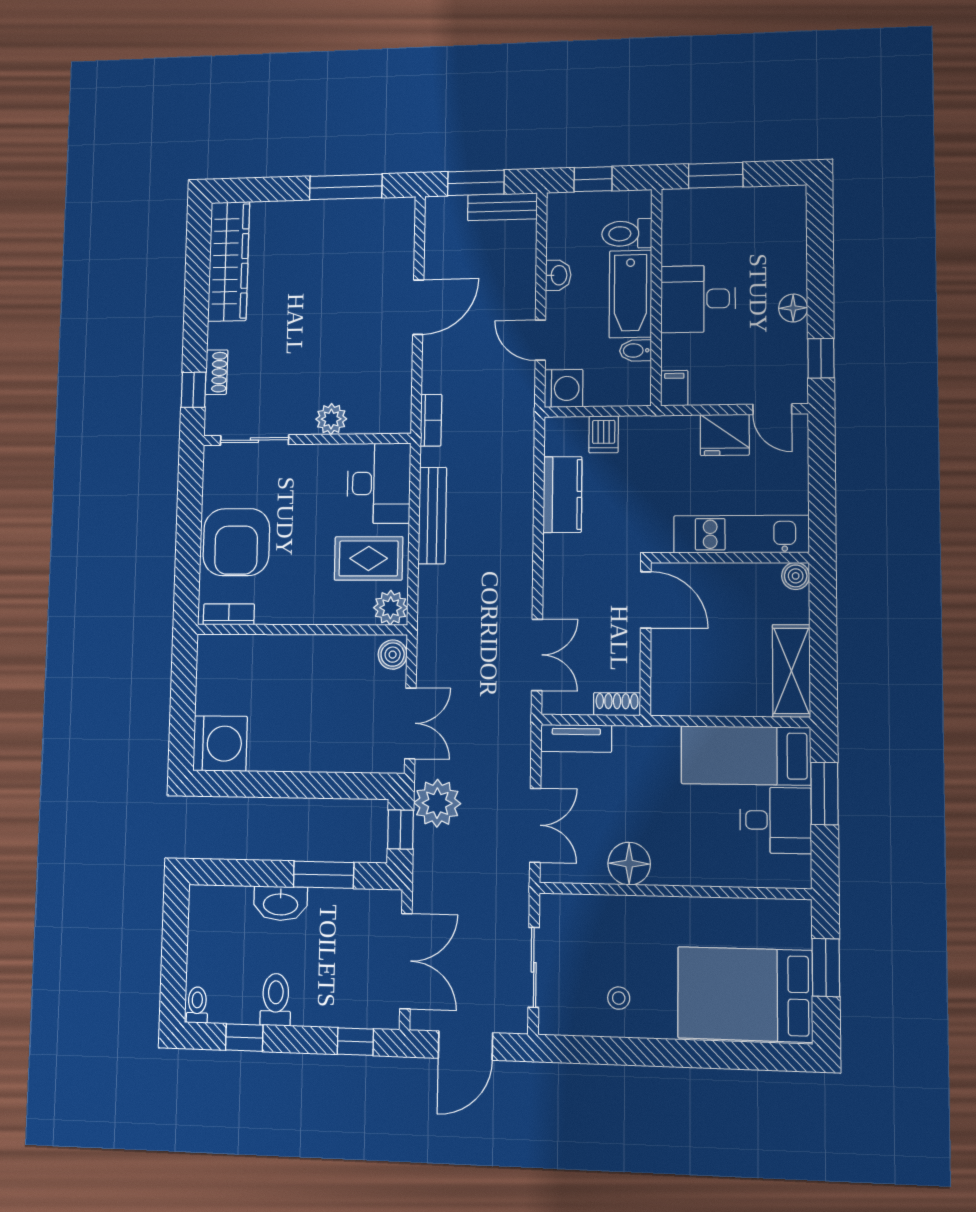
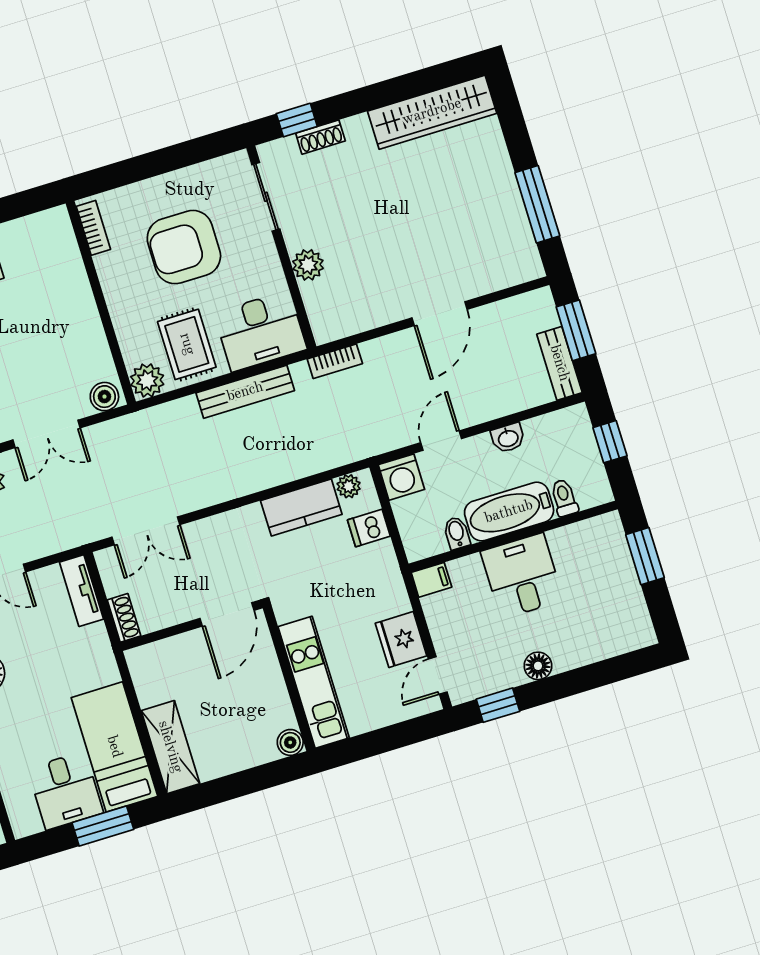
toilet: (627, 234) -> (564, 498), width x0.73, depth x0.72
door: (418, 307) -> (440, 314), hinge flipped
plant: (556, 442) -> (349, 486), added
armchair: (236, 542) -> (184, 247), moved
shelving: (791, 671) -> (170, 747), moved, turned 90

